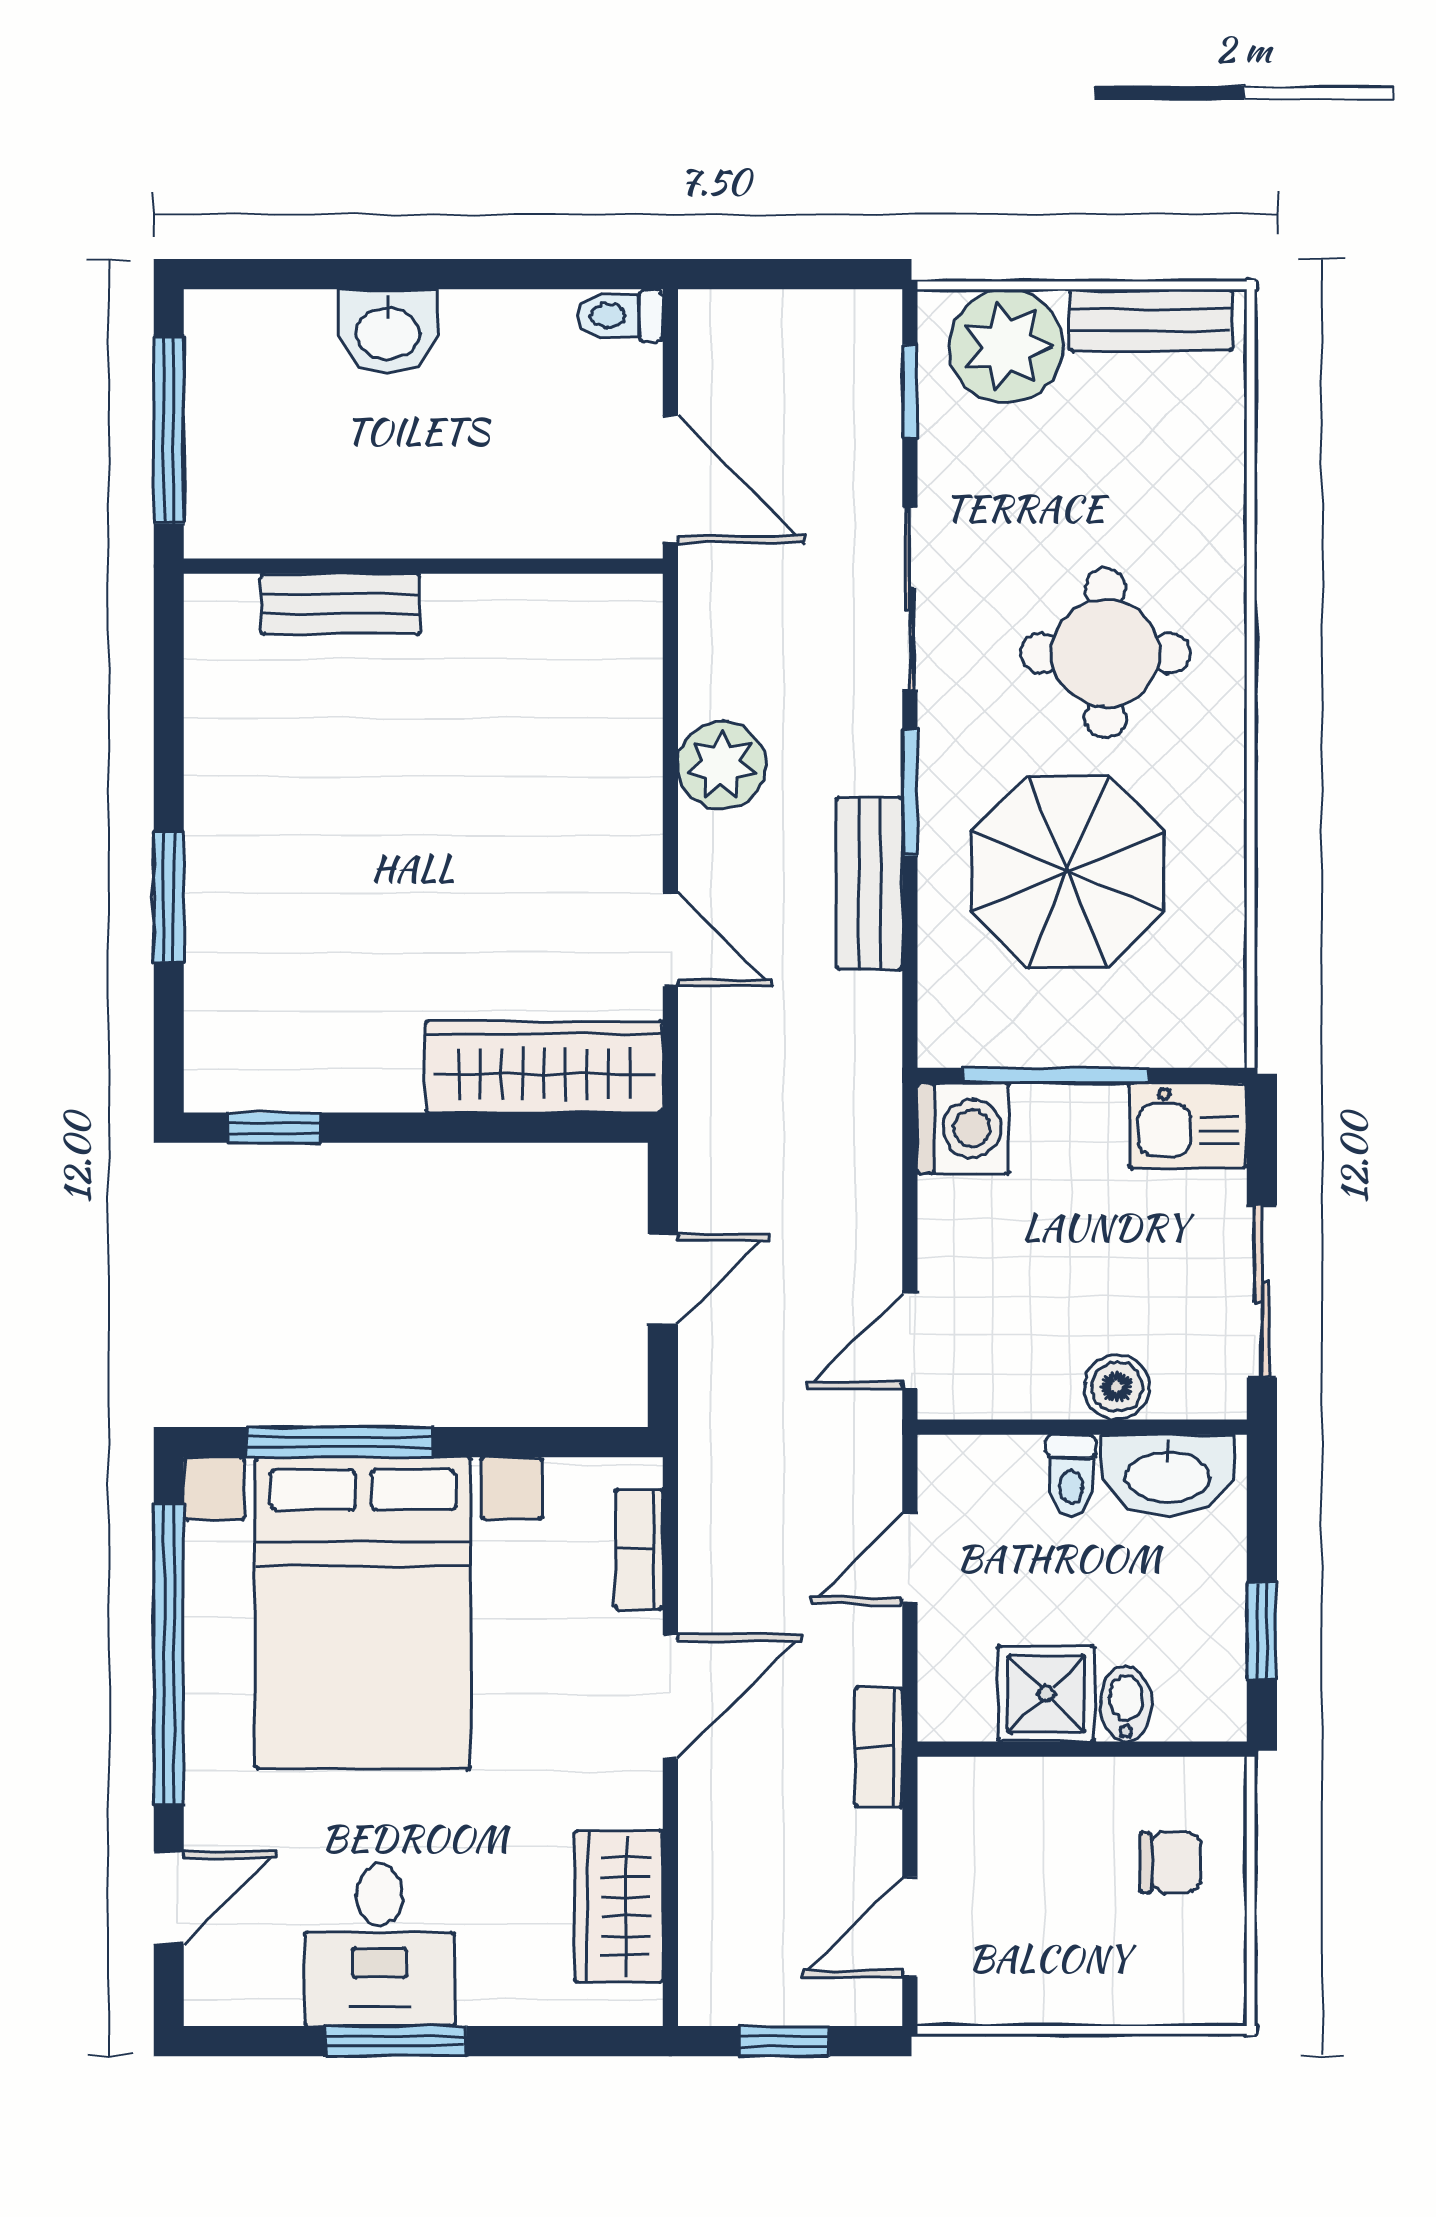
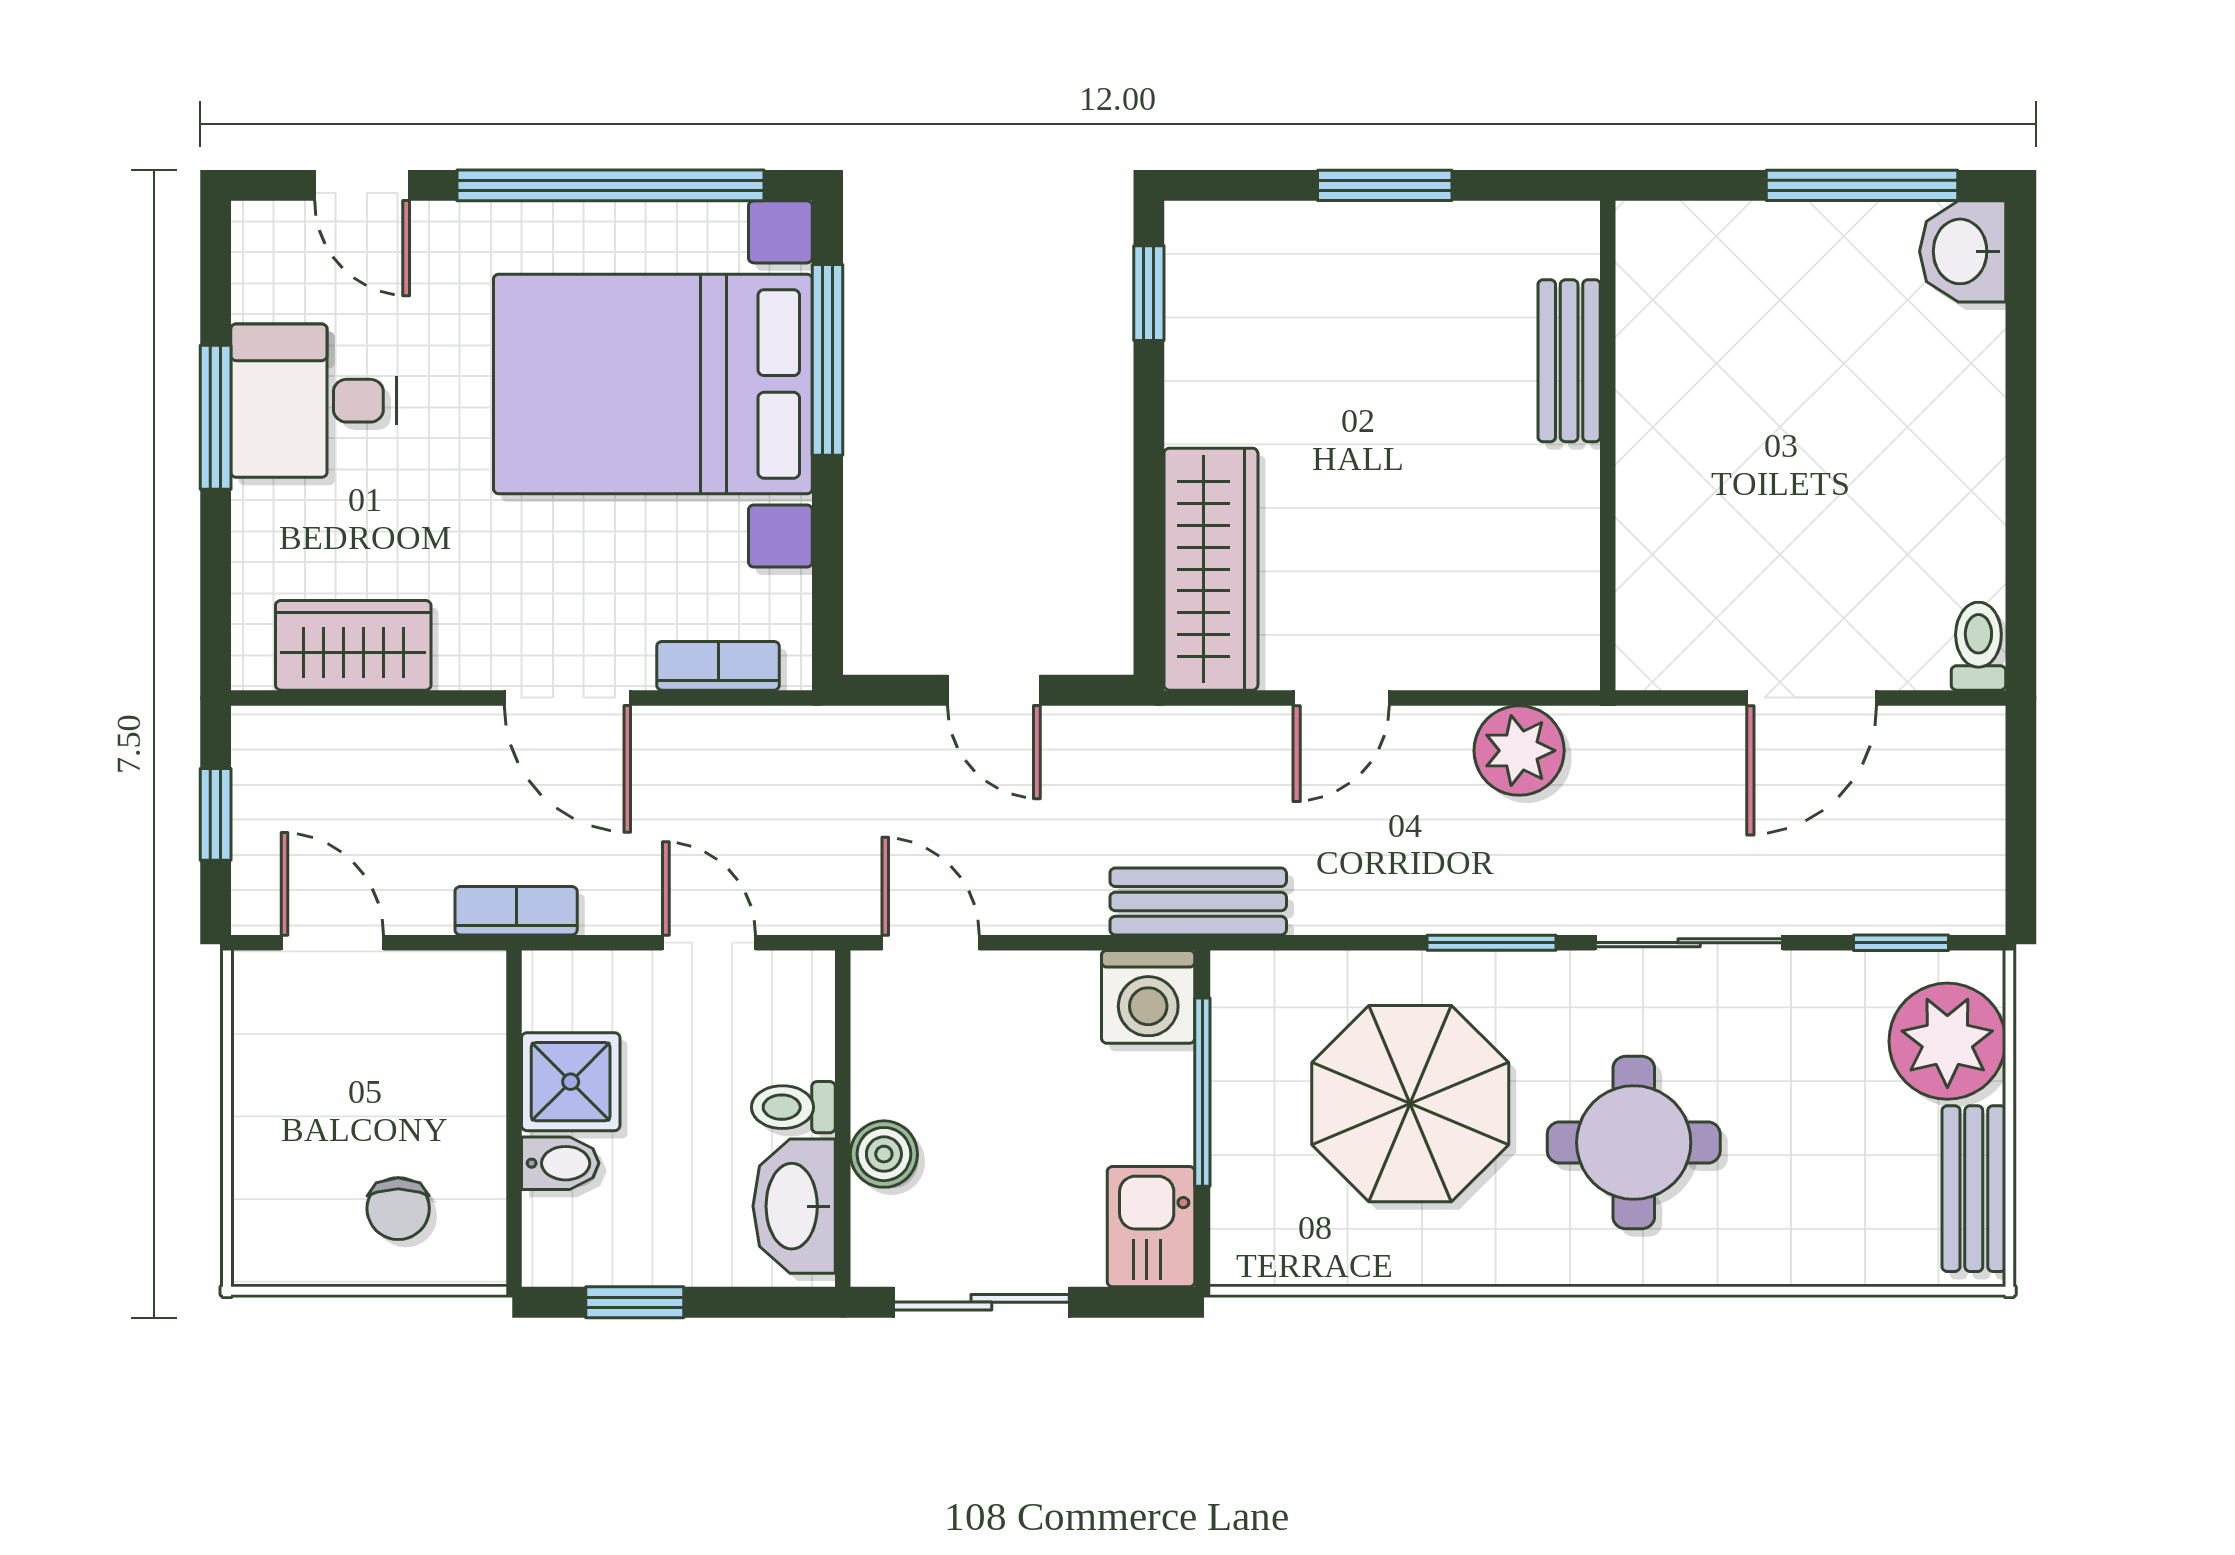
washbasin: (388, 331) -> (1963, 251), moved
wall: (423, 566) -> (1608, 445), moved
bench: (340, 604) -> (1569, 361), moved
bench: (870, 883) -> (1198, 901), moved

